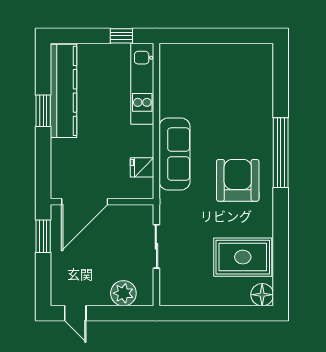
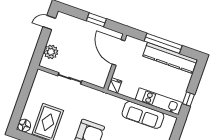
window: (43, 111) -> (163, 43), width x2.11
sofa: (175, 154) -> (143, 115), moved
door: (85, 202) -> (119, 52), moved
wall: (102, 202) -> (115, 62), moved

